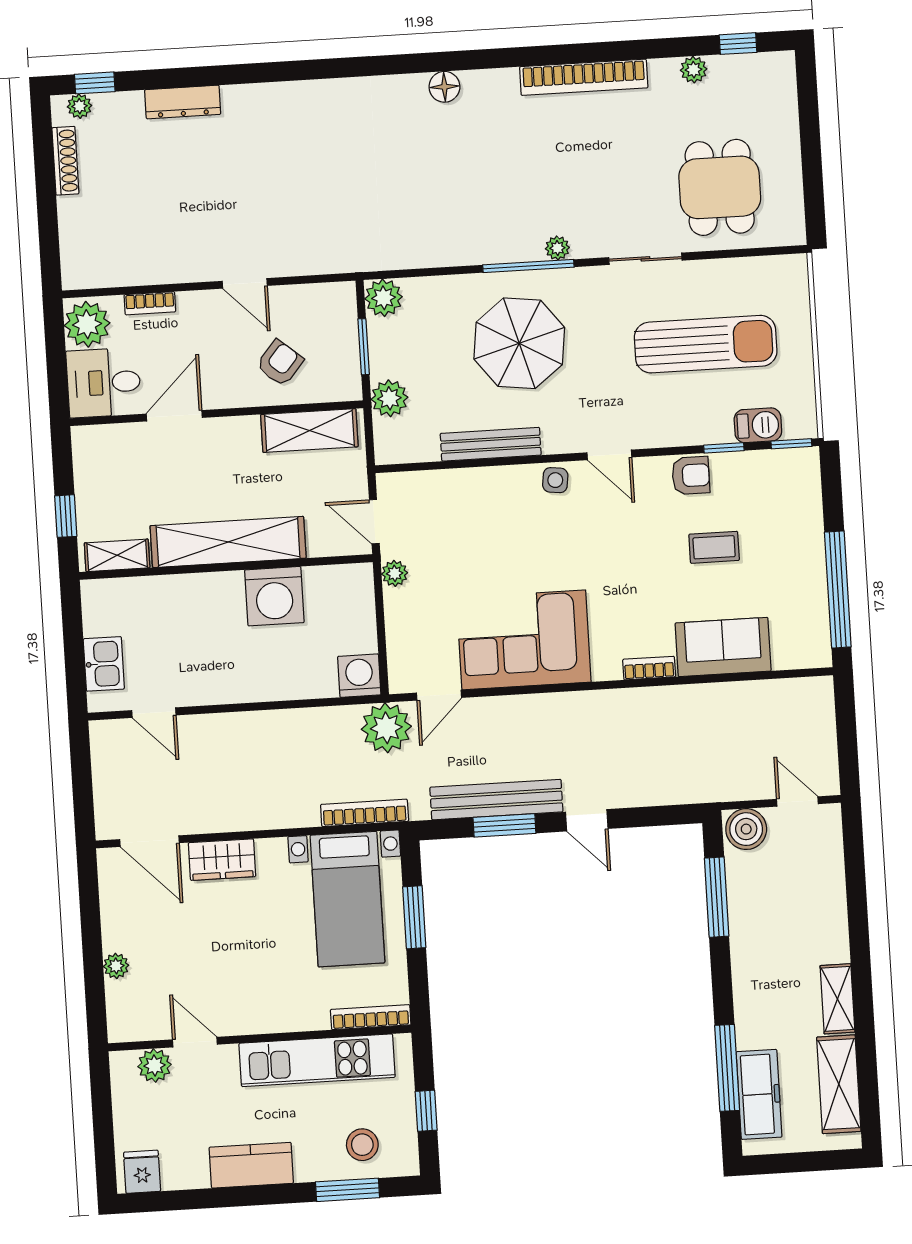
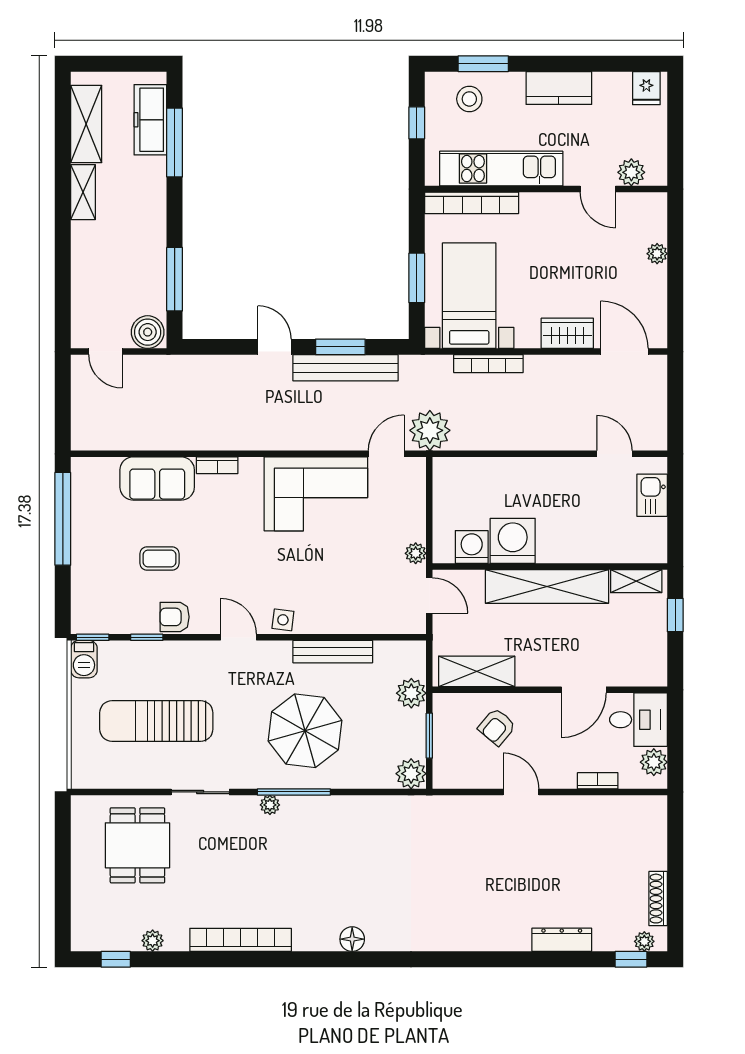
plant: (87, 324) -> (654, 762), width x0.73, depth x0.73
barbecue: (758, 425) -> (84, 659), moved, turned -90
washing machine: (359, 676) -> (472, 547), moved, turned 180
bookcase: (365, 813) -> (488, 364), moved
bookcase: (371, 1017) -> (472, 203), width x1.48, depth x1.31

